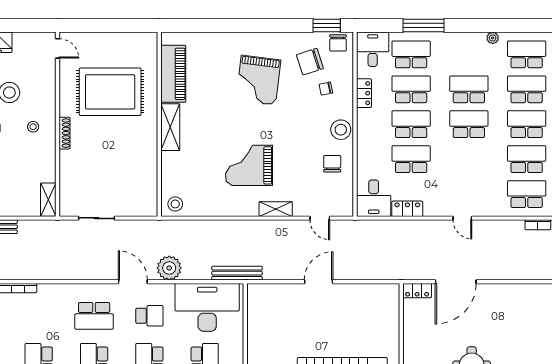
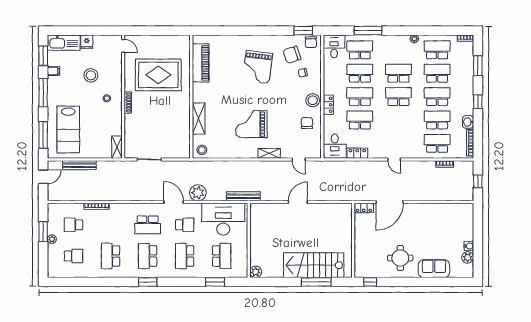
locker: (364, 93) -> (328, 105), moved
shelving: (170, 127) -> (199, 119), moved

